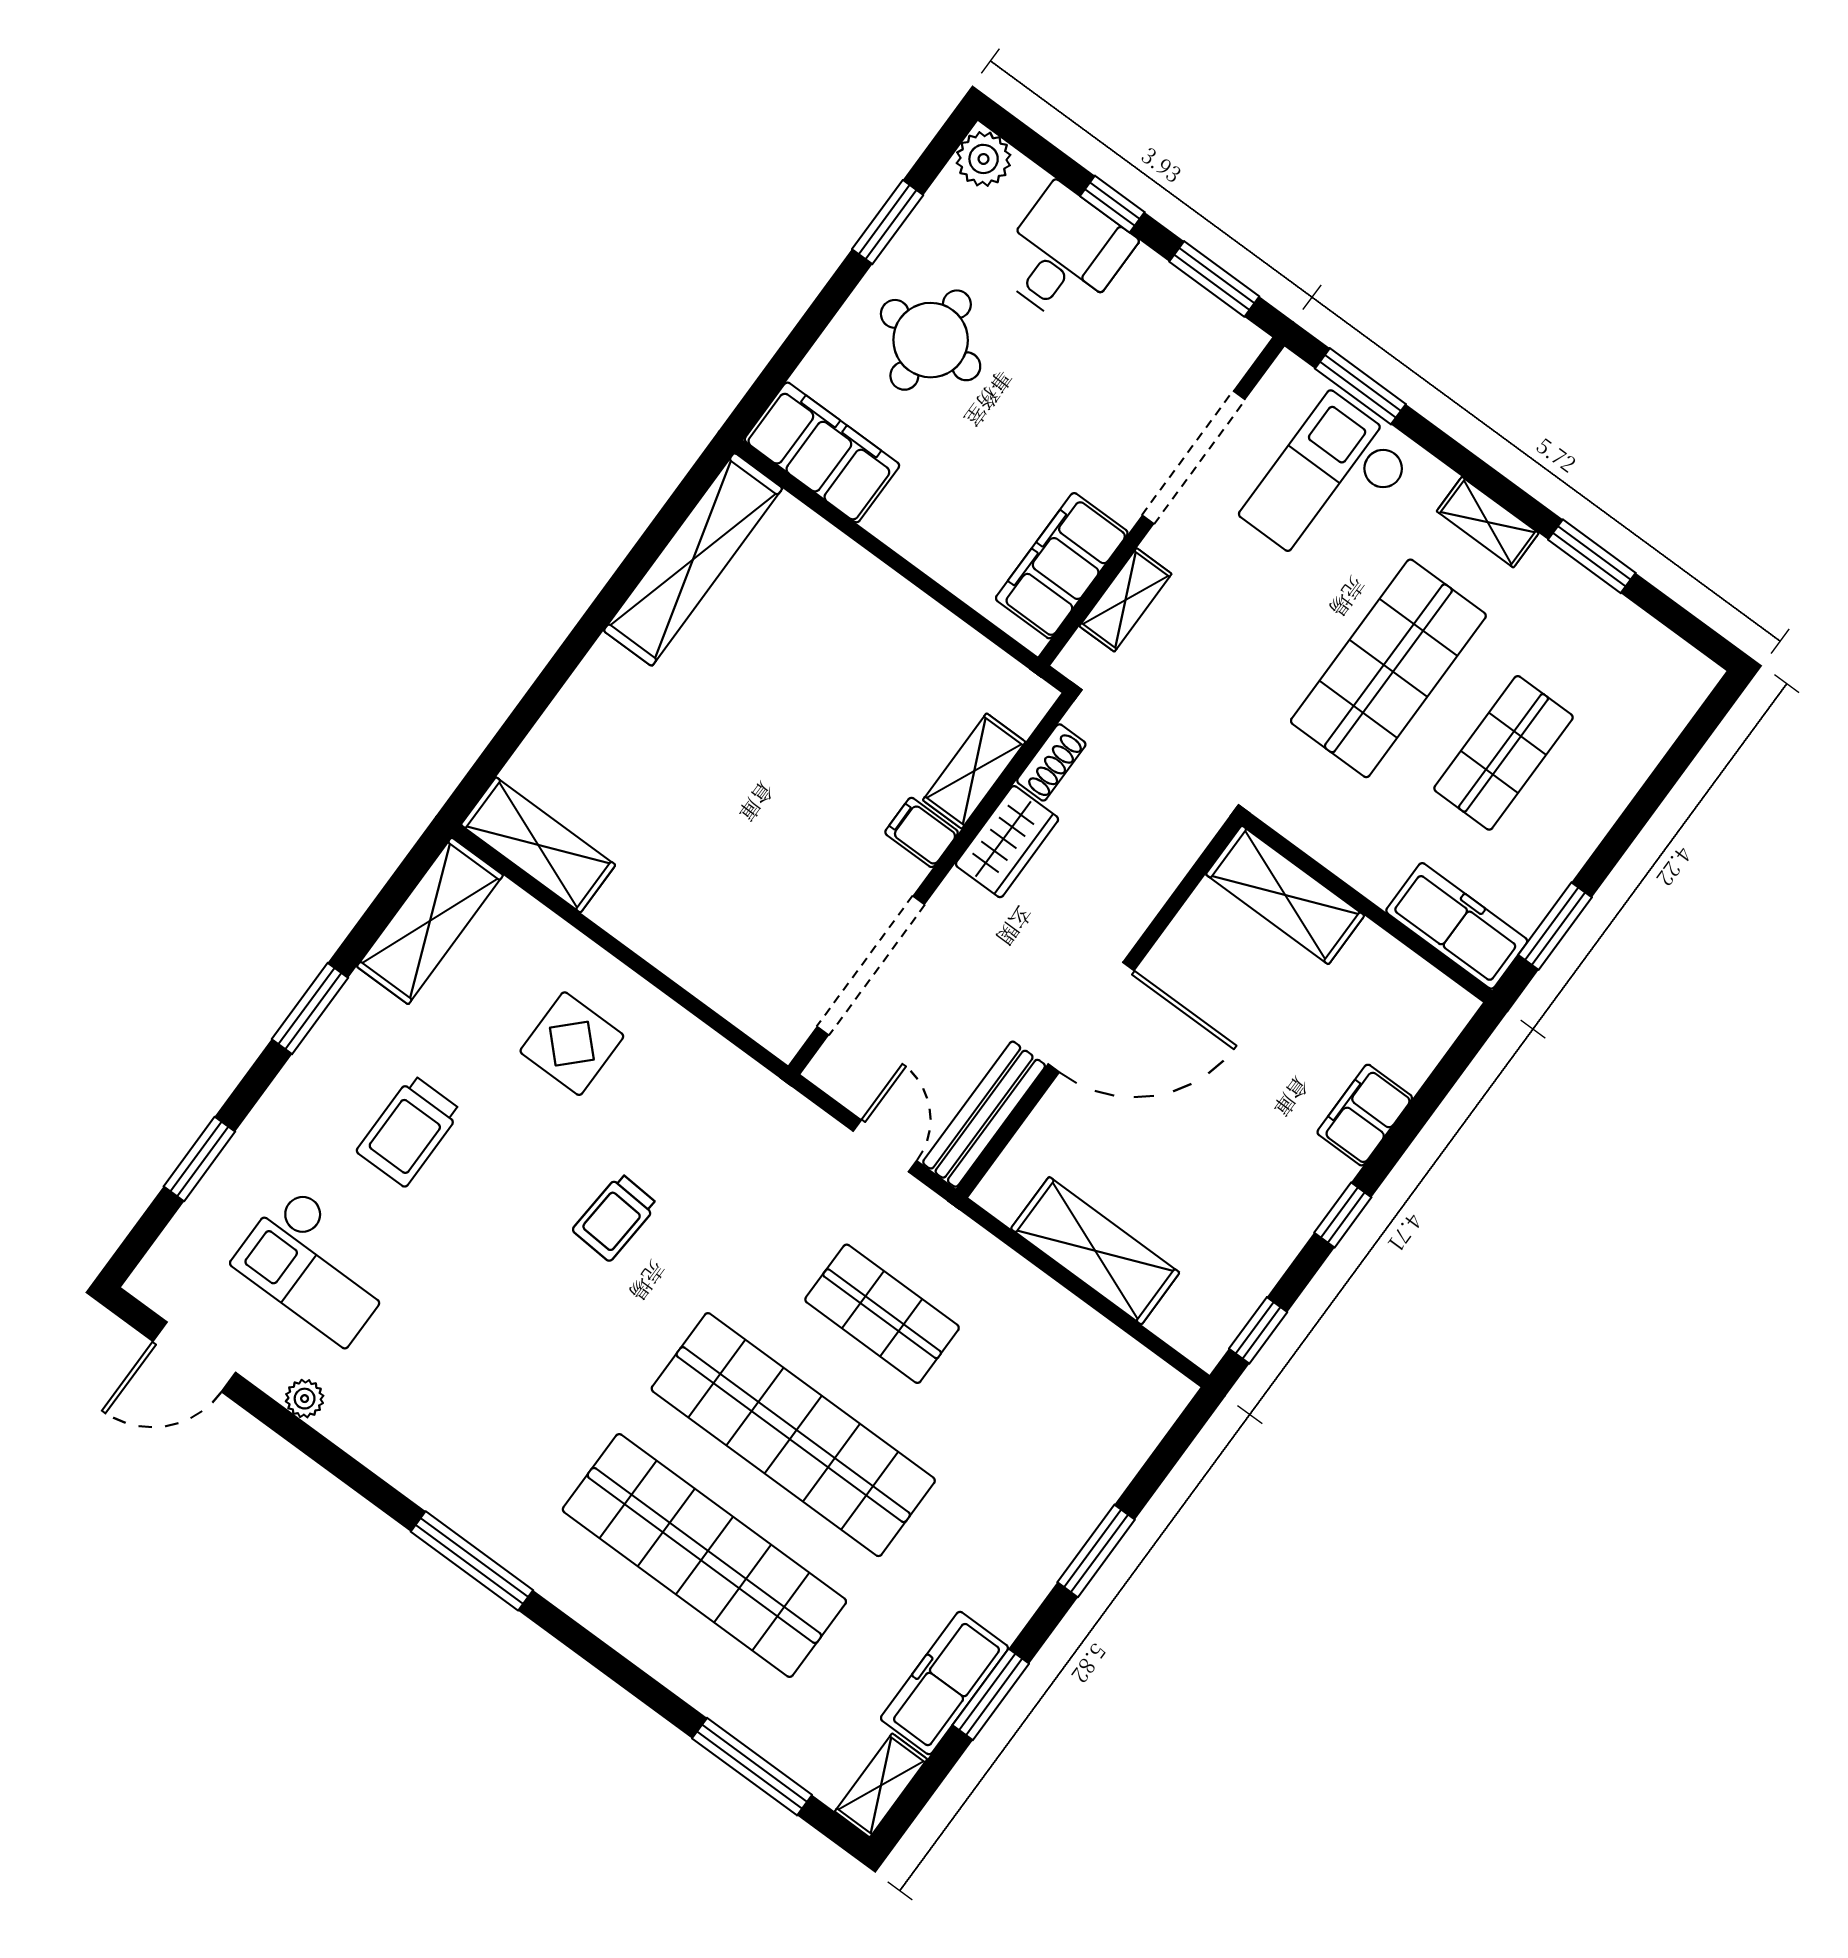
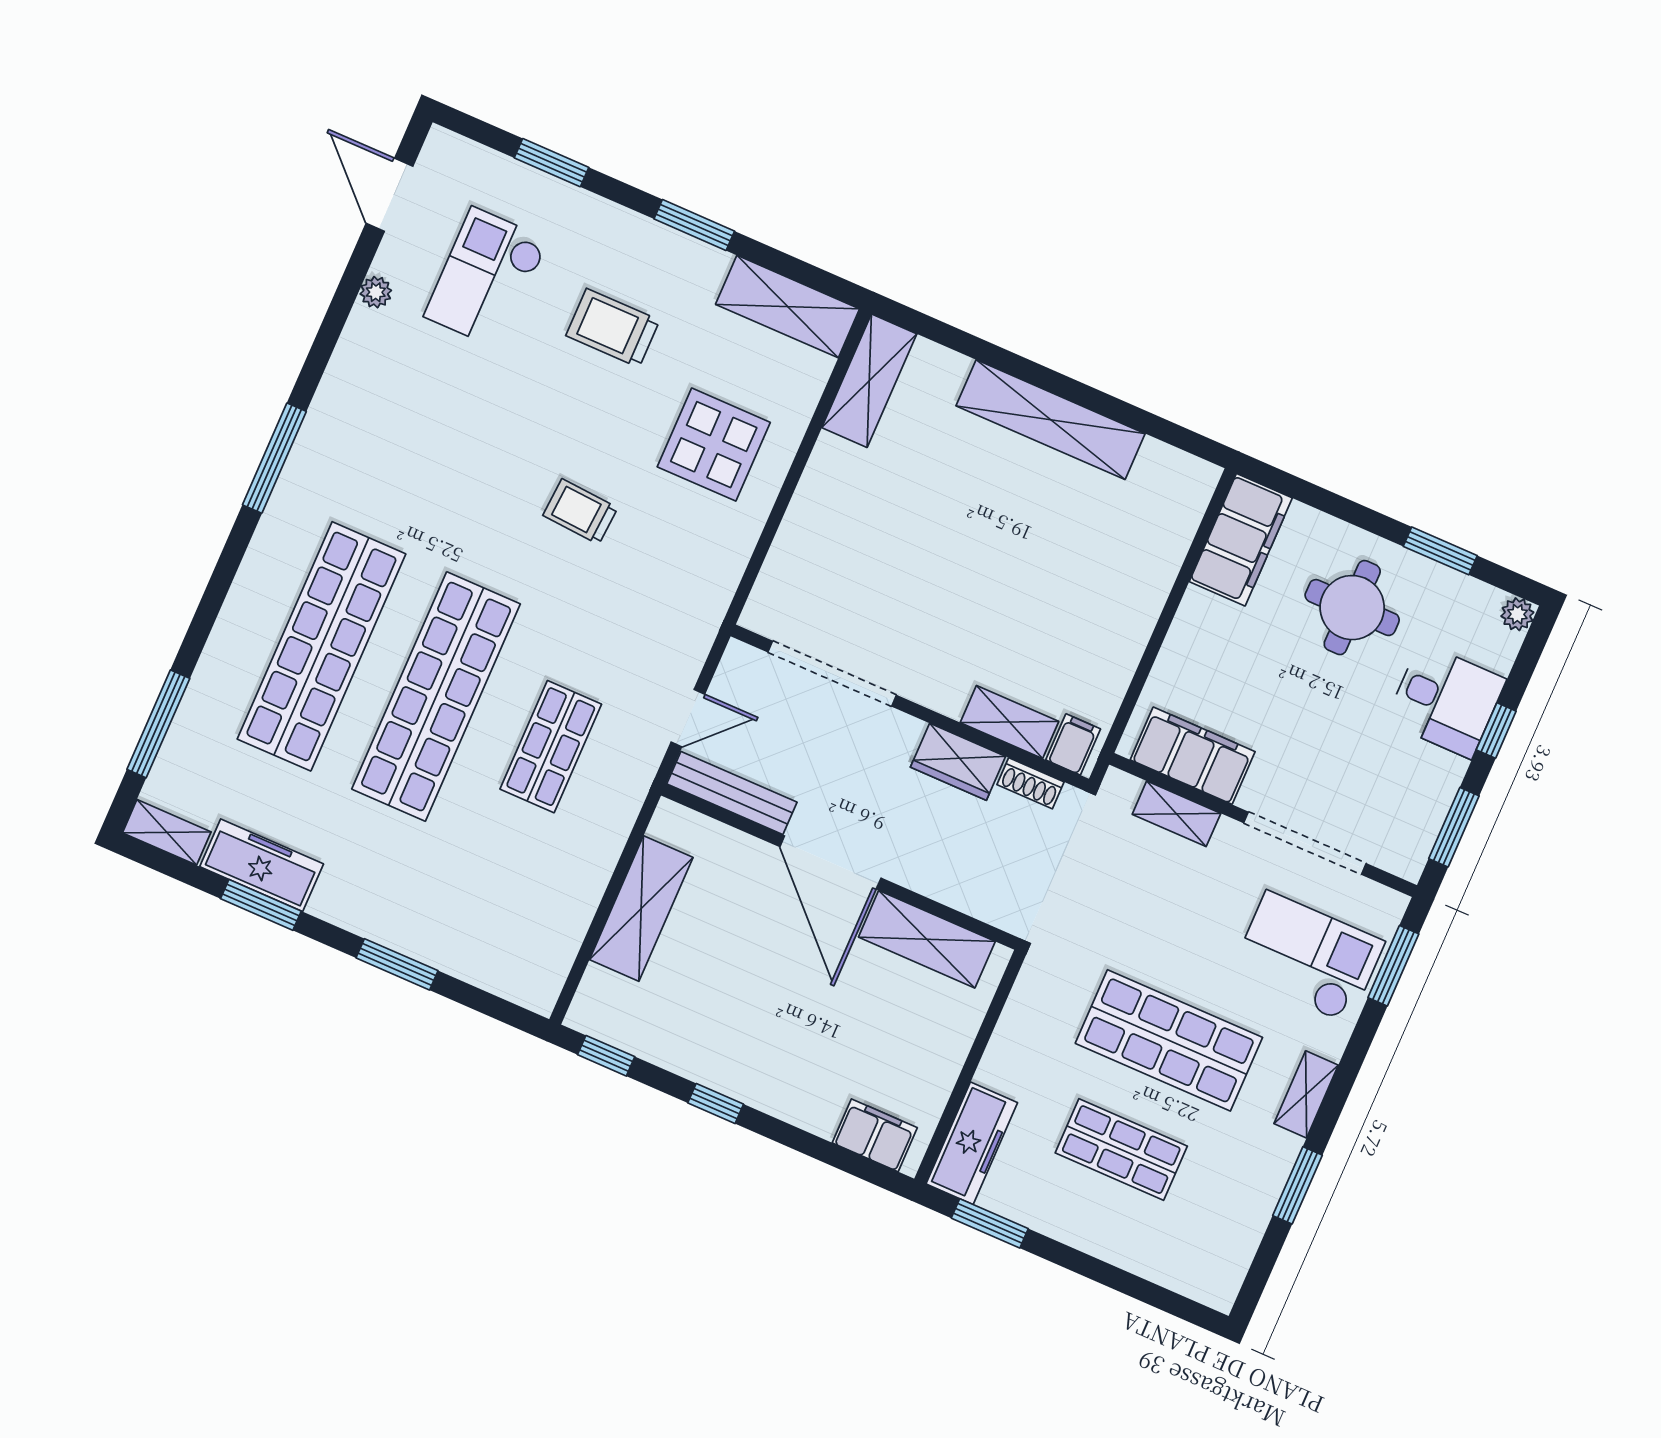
plant: (984, 159) -> (1517, 614), width x0.73, depth x0.73
shelving: (693, 559) -> (1051, 420), moved
filing cabinet: (922, 832) -> (1073, 744), moved
shelving: (1285, 895) -> (927, 939), moved, turned 90
display table: (572, 1044) -> (714, 445), width x1.36, depth x1.36
filing cabinet: (1365, 1115) -> (875, 1135), moved

